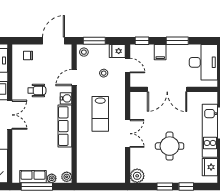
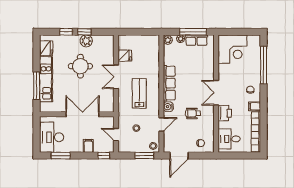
window: (177, 41) -> (61, 156), moved
fridge: (117, 51) -> (125, 56), moved
plant: (137, 176) -> (86, 41), moved

